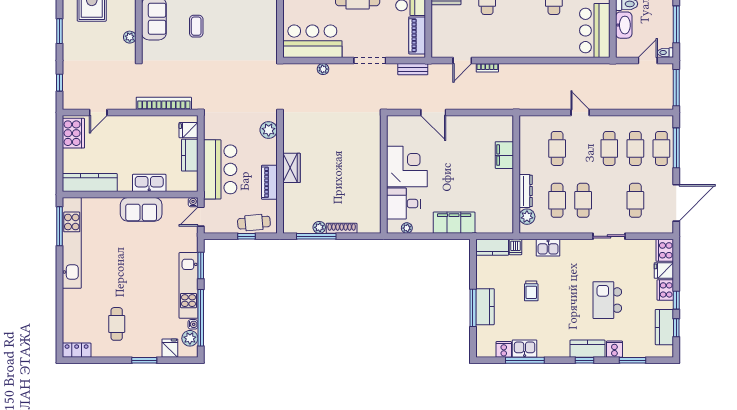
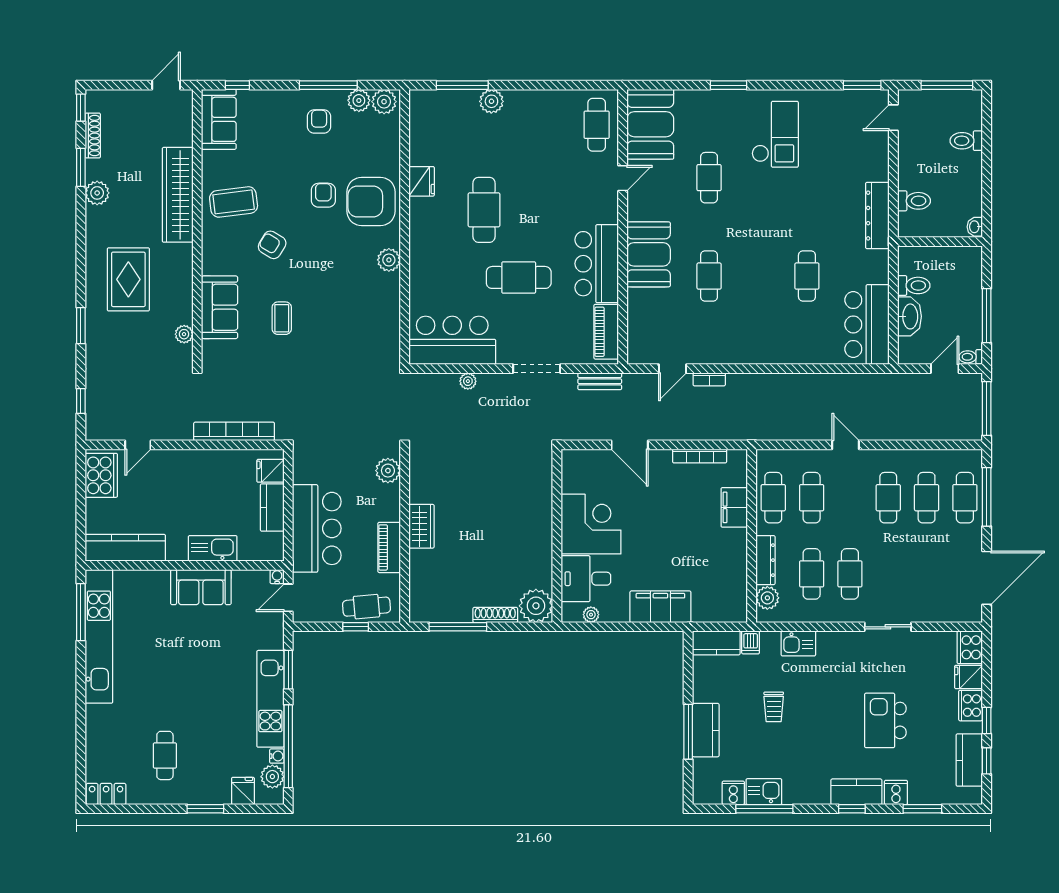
bookcase: (481, 120) -> (700, 456), added
cafe table: (635, 200) -> (773, 498), moved
plant: (319, 227) -> (536, 606), moved, width x1.88, depth x1.88

